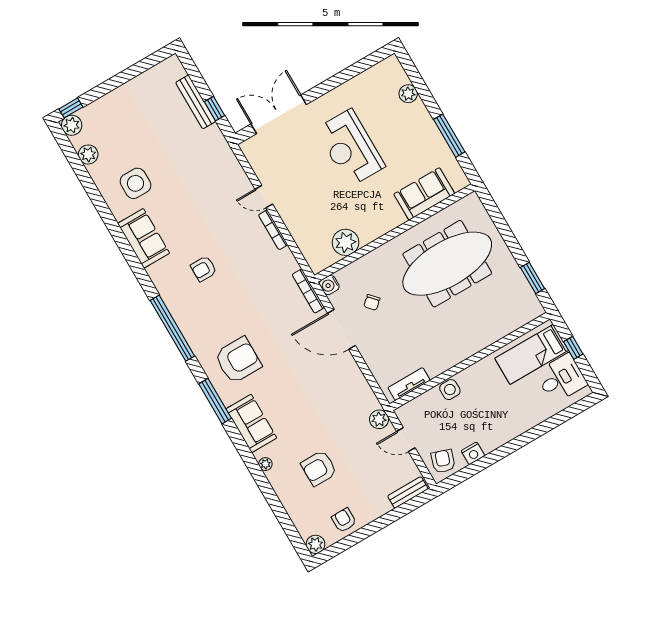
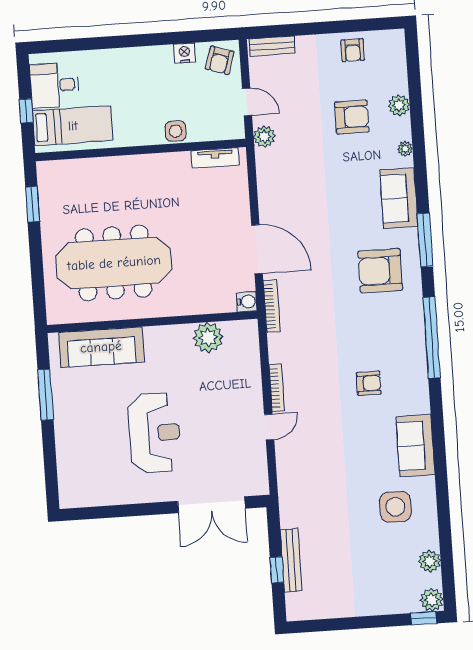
plant: (408, 94) -> (67, 459), removed
window: (214, 109) -> (277, 570), moved
sofa: (424, 194) -> (101, 347), width x1.36
door: (264, 197) -> (269, 427), hinge flipped
chair: (372, 302) -> (212, 262), removed
plant: (316, 544) -> (399, 105), moved

